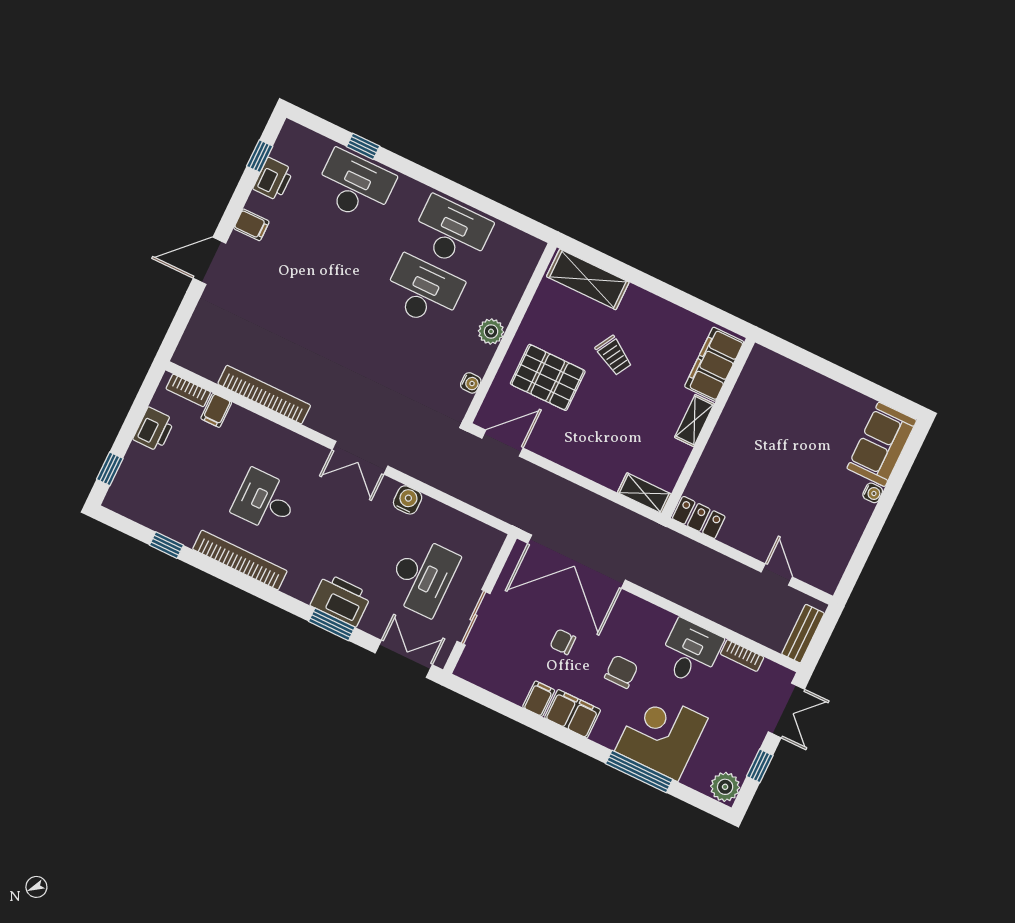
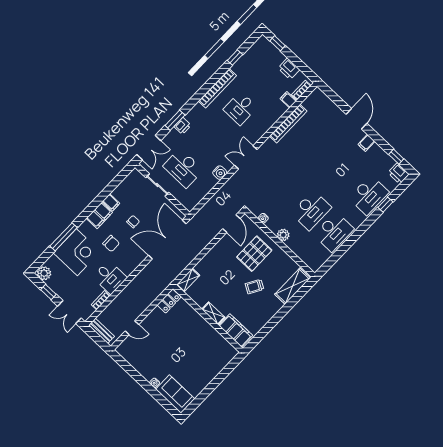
printer: (273, 179) -> (399, 173), moved
desk: (265, 501) -> (240, 108), turned 180
printer: (341, 600) -> (183, 126), width x0.53, depth x0.68

